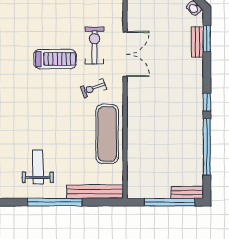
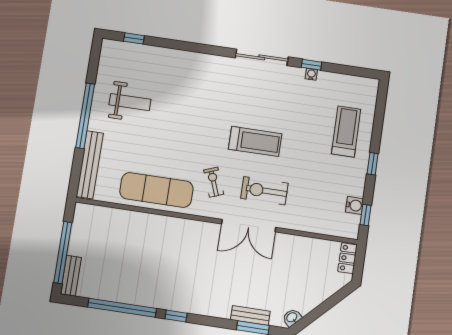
exercise bike: (94, 45) -> (264, 191), turned 180
treadmill: (55, 59) -> (255, 141), turned -90

